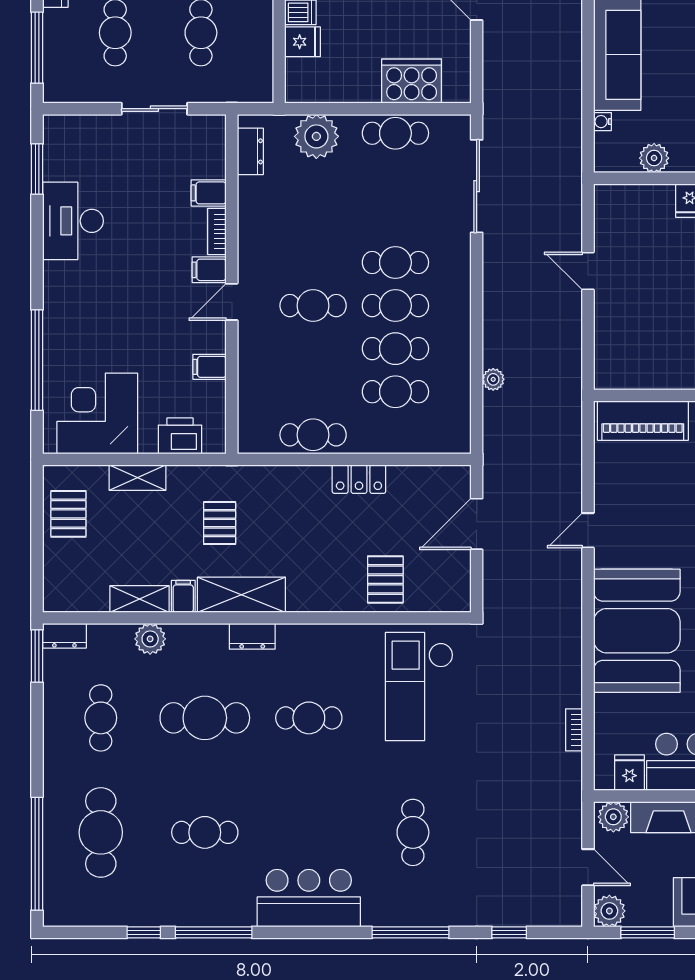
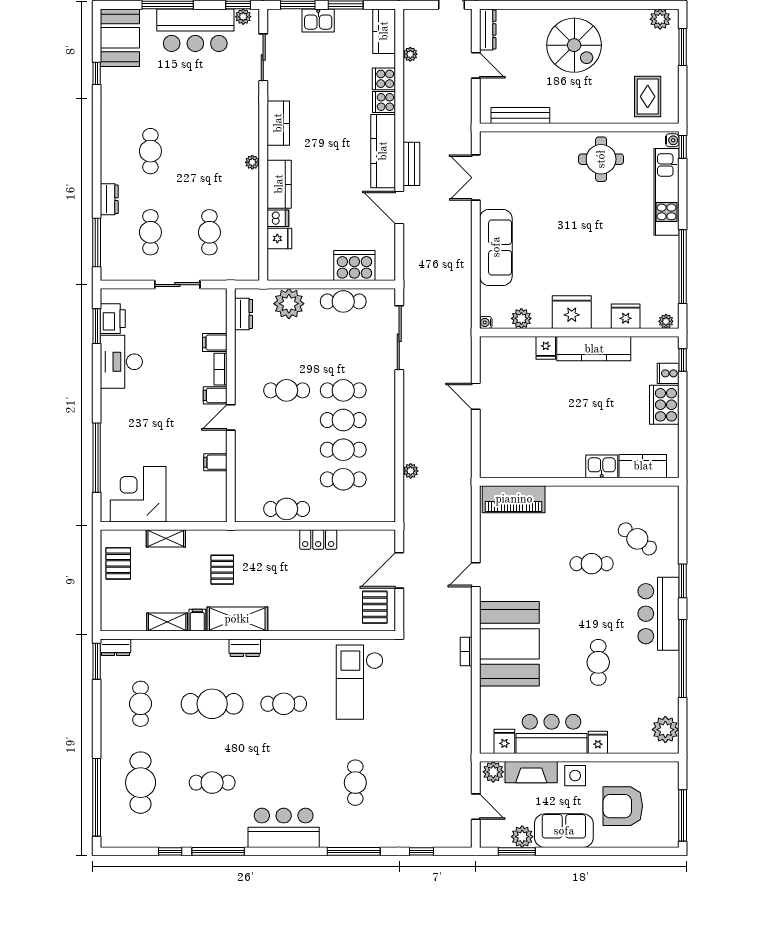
water cooler: (602, 122) -> (486, 322), moved
cafe table: (313, 306) -> (287, 390), moved
printer: (180, 436) -> (113, 319), moved, turned 90
pallet: (385, 579) -> (375, 607), moved
plant: (150, 639) -> (174, 649), removed
bookcase: (574, 730) -> (466, 652), moved
plant: (609, 911) -> (522, 837), moved

